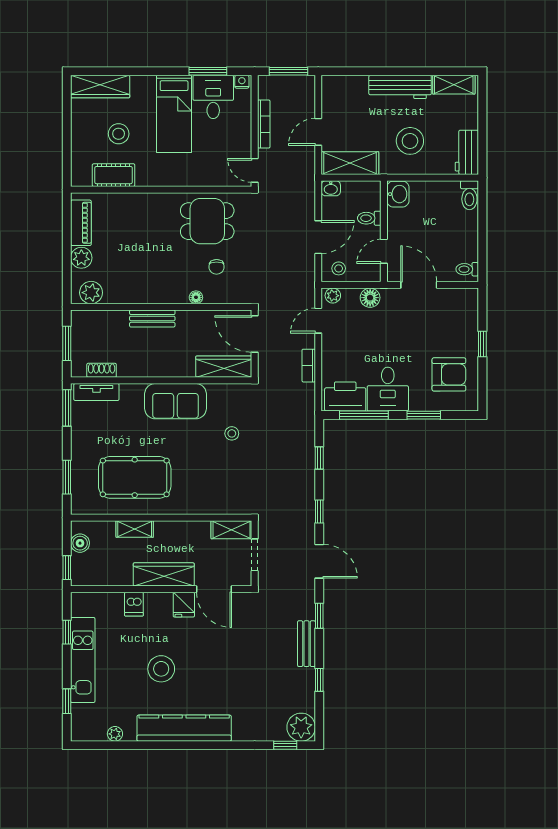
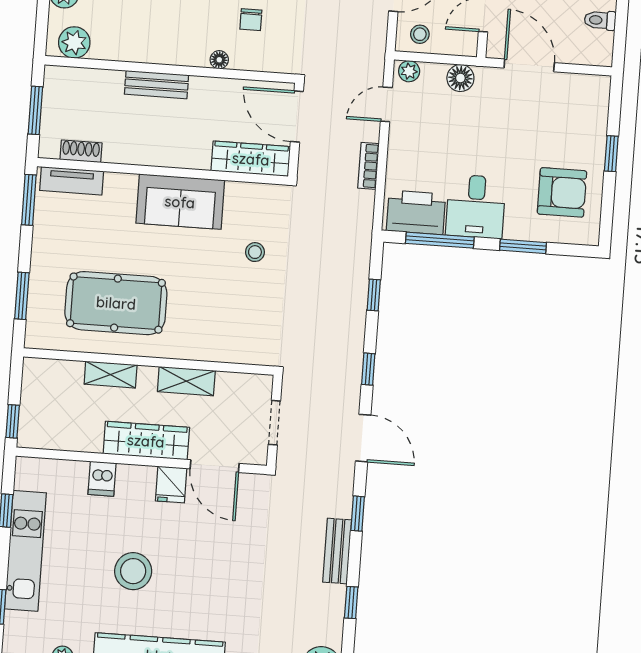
toilet: (467, 269) -> (600, 20), moved
shelving: (231, 530) -> (186, 381), moved
boiler: (80, 543) -> (34, 389), removed

